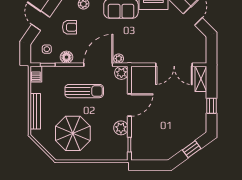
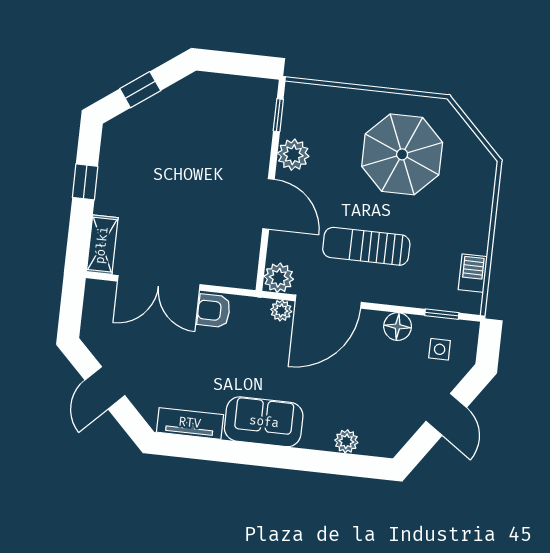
armchair: (70, 27) -> (214, 311), moved
double door: (174, 65) -> (159, 283), swing flipped
barbecue: (36, 74) -> (473, 273), moved
door: (129, 105) -> (268, 204), swing flipped
bench: (35, 111) -> (481, 213), removed

